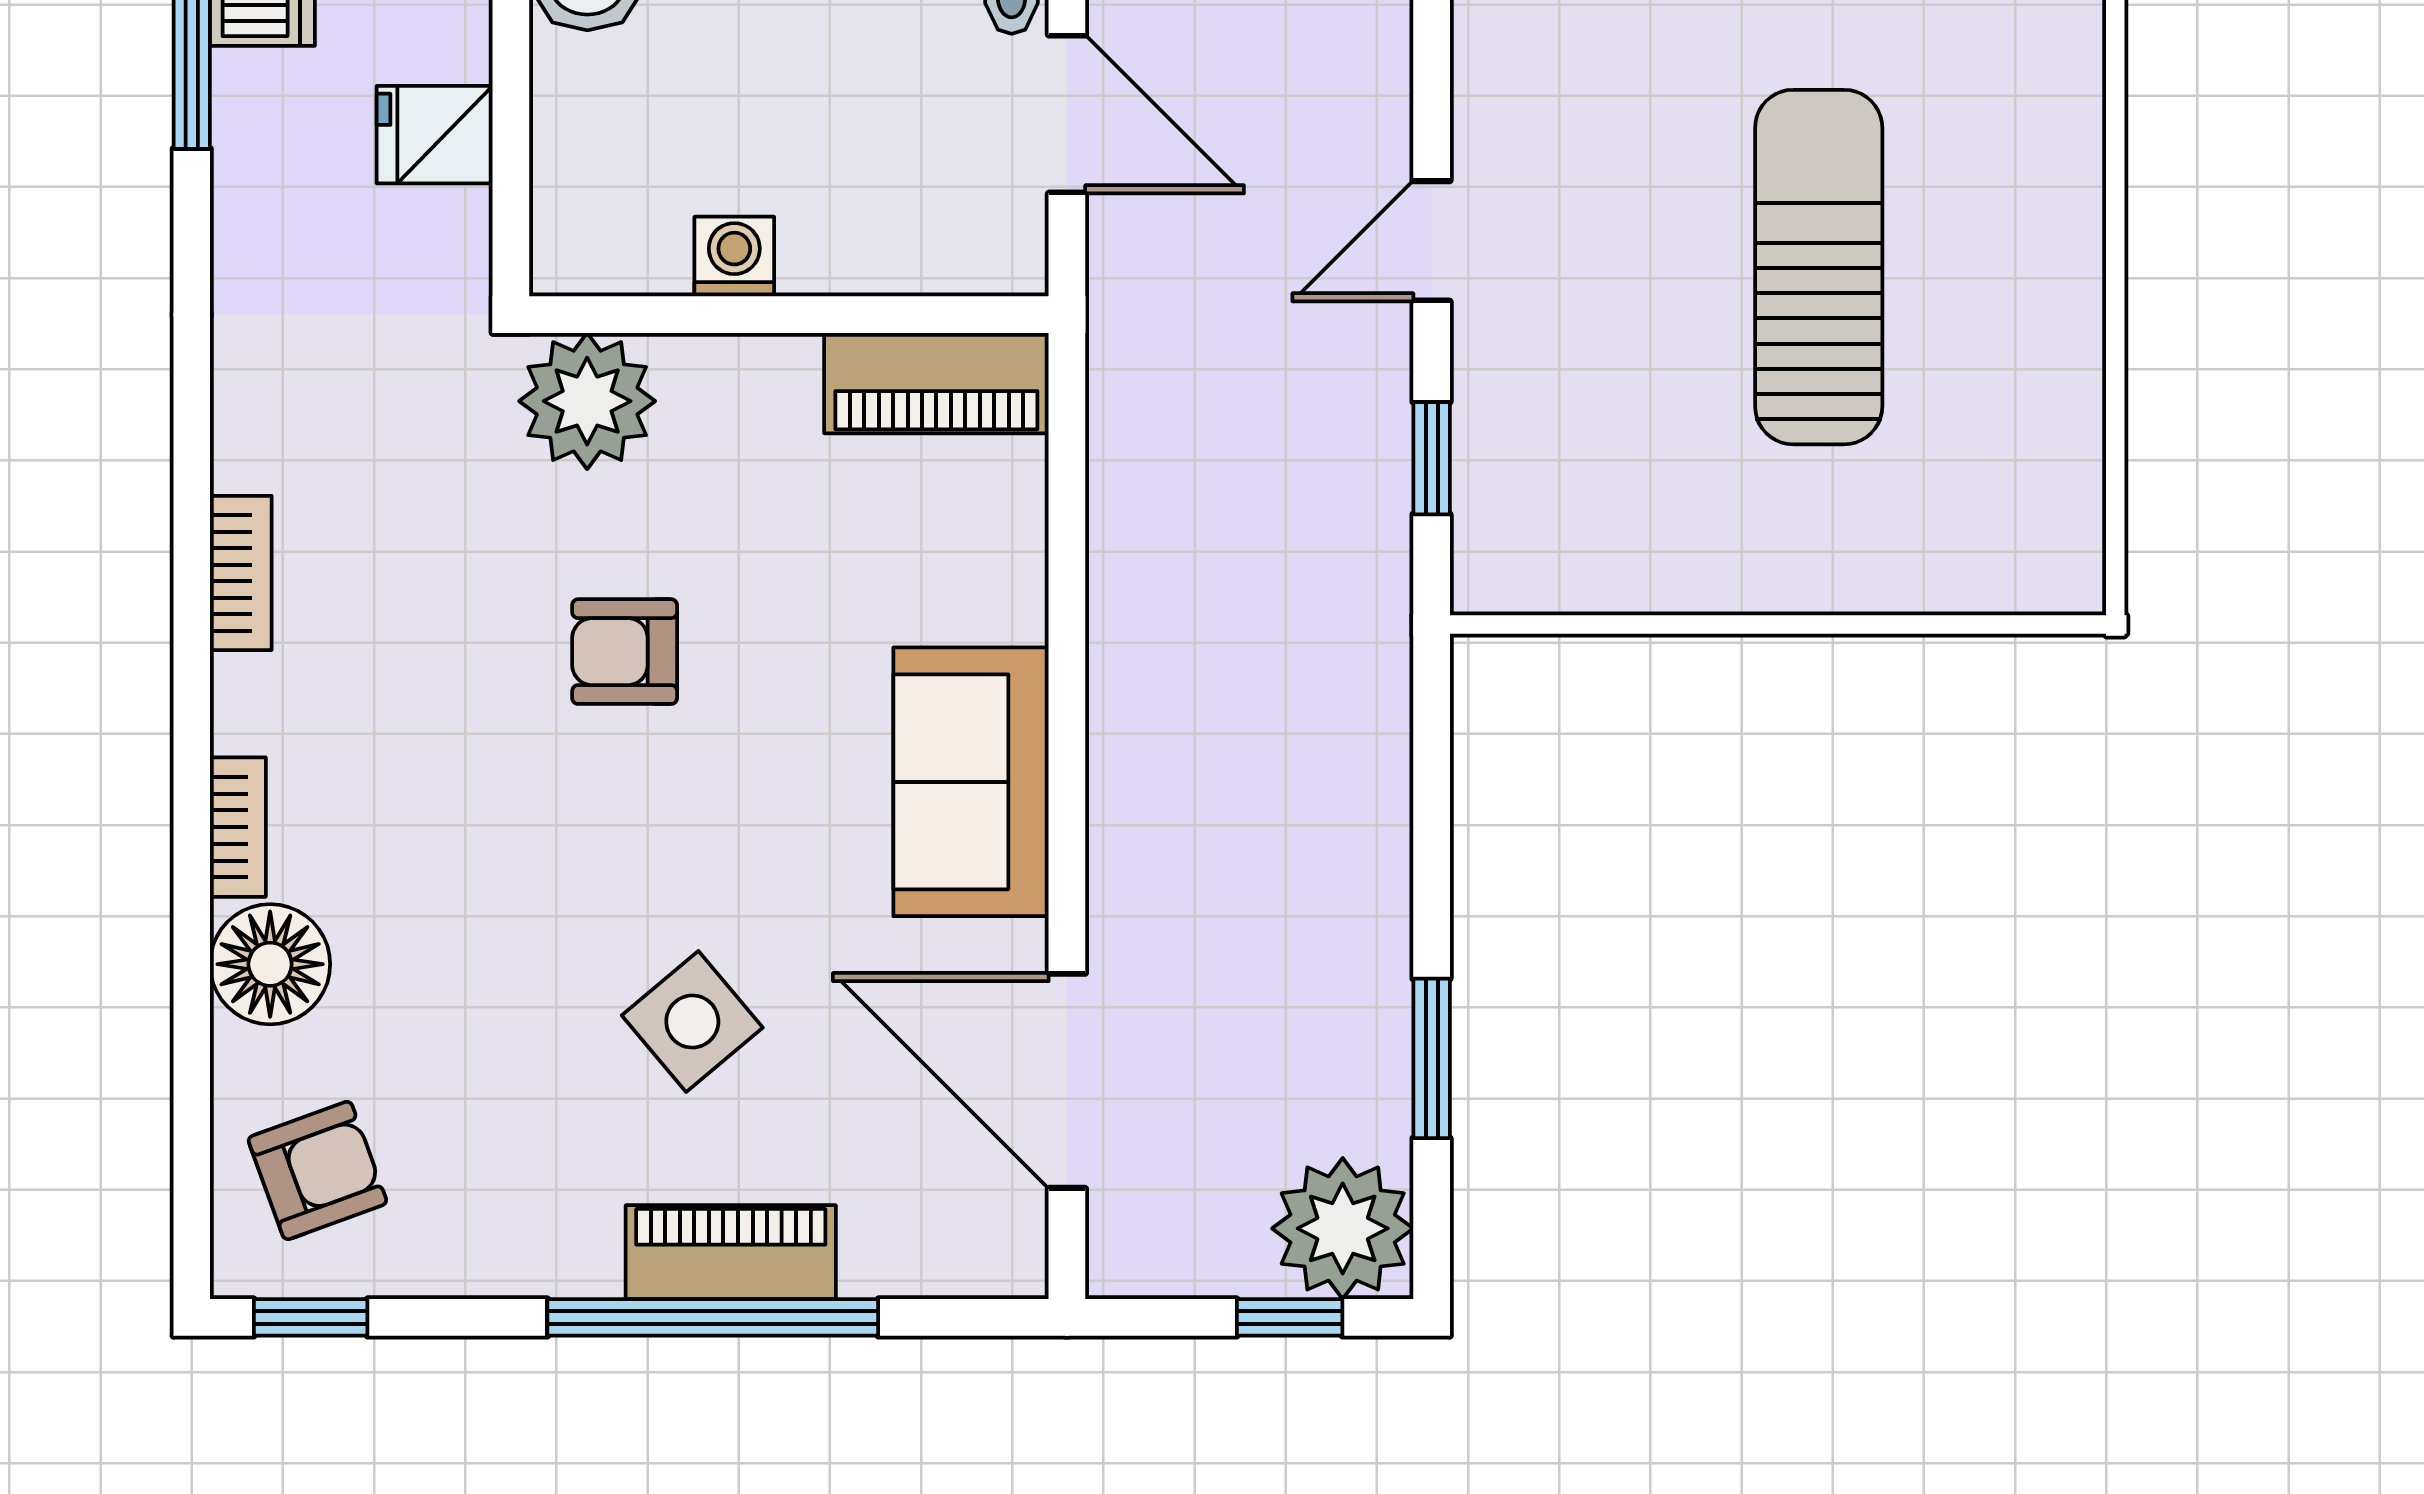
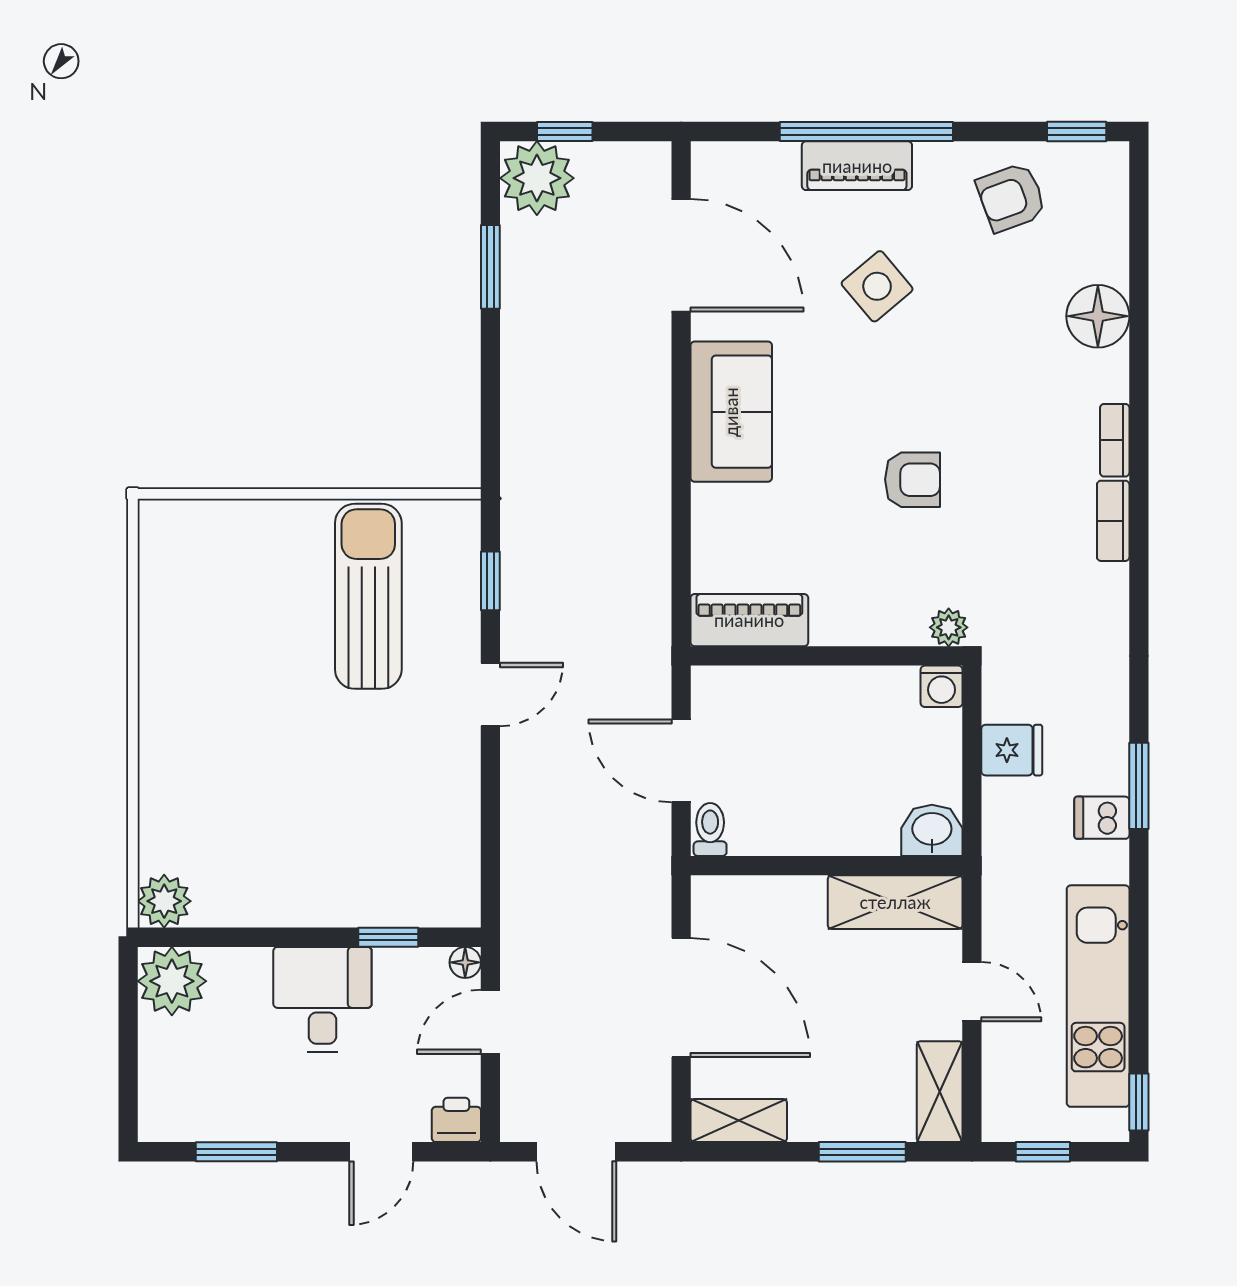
washing machine: (734, 257) -> (942, 686), moved
sun lounger: (1819, 267) -> (368, 596), moved, turned 180
plant: (587, 401) -> (949, 627), width x0.53, depth x0.53
bookcase: (238, 827) -> (1115, 440), moved
armchair: (317, 1171) -> (1011, 197), moved

